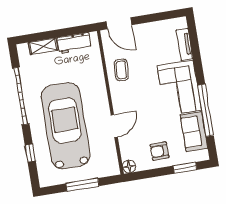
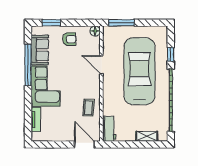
workbench: (74, 43) -> (109, 129), moved, turned 90
garage door: (21, 96) -> (171, 100), width x1.36
car: (66, 126) -> (139, 71), turned 180
door: (114, 126) -> (101, 65), hinge flipped
window: (82, 185) -> (122, 23), moved

